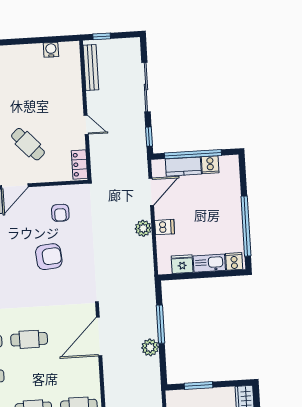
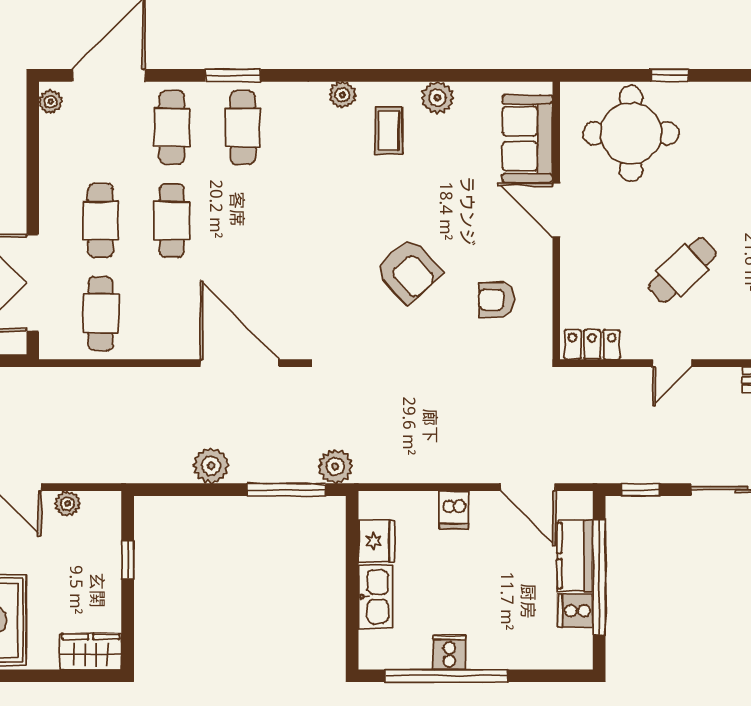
cafe table: (28, 144) -> (683, 270), moved
plant: (143, 228) -> (335, 466), moved
armchair: (49, 257) -> (408, 271), turned -37
cooker: (234, 261) -> (450, 652), moved, turned -90
window: (160, 324) -> (286, 490), moved
cafe table: (29, 339) -> (172, 220), moved
window: (199, 385) -> (128, 559), width x0.67

